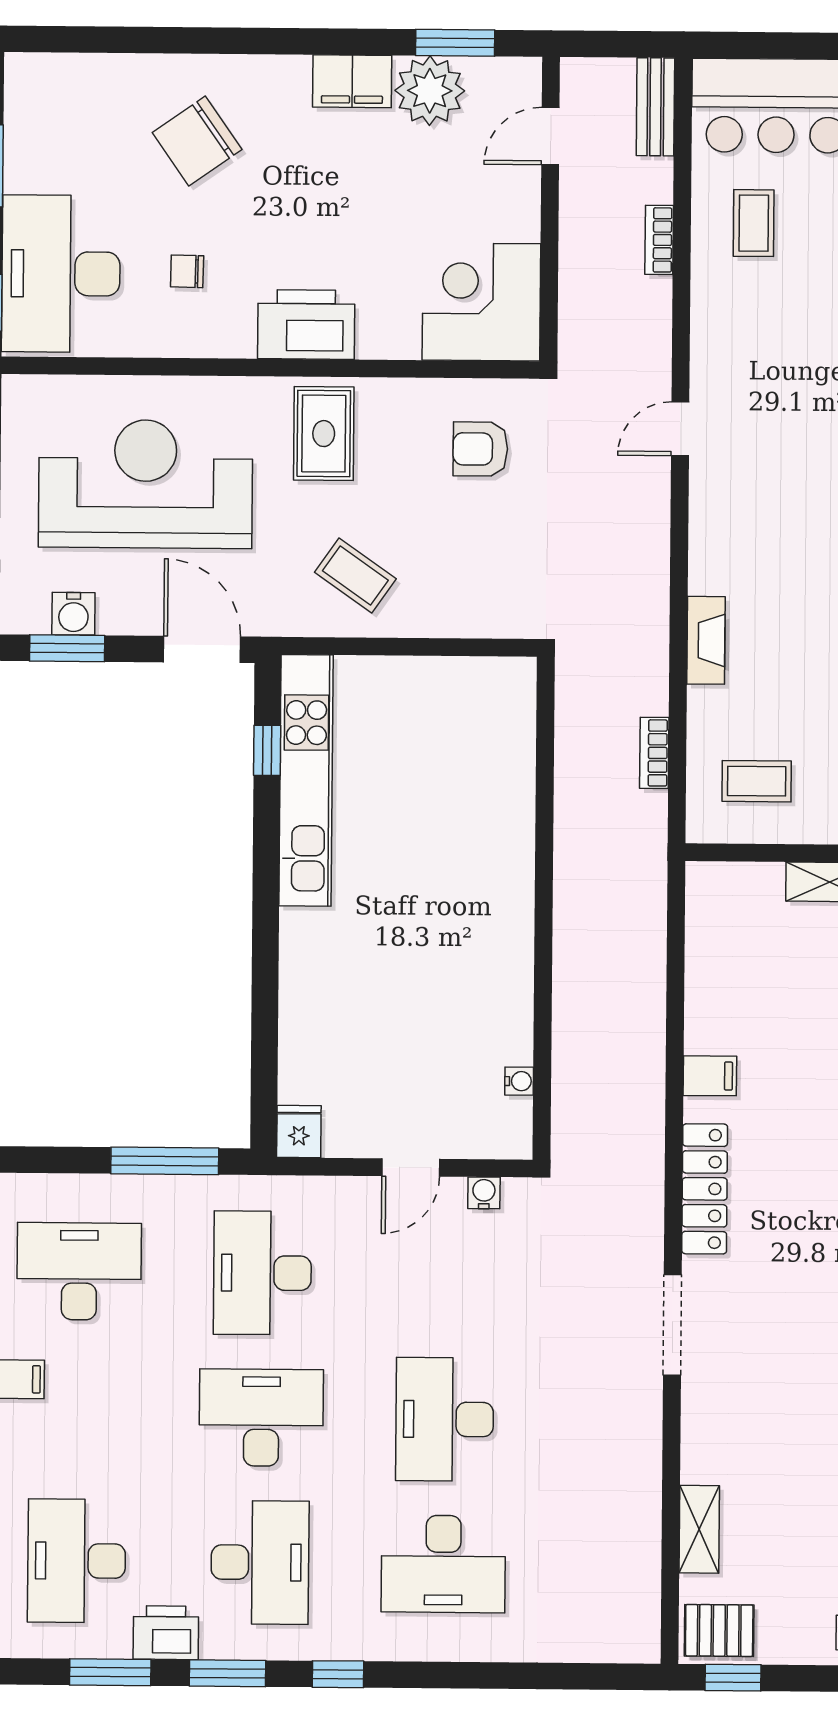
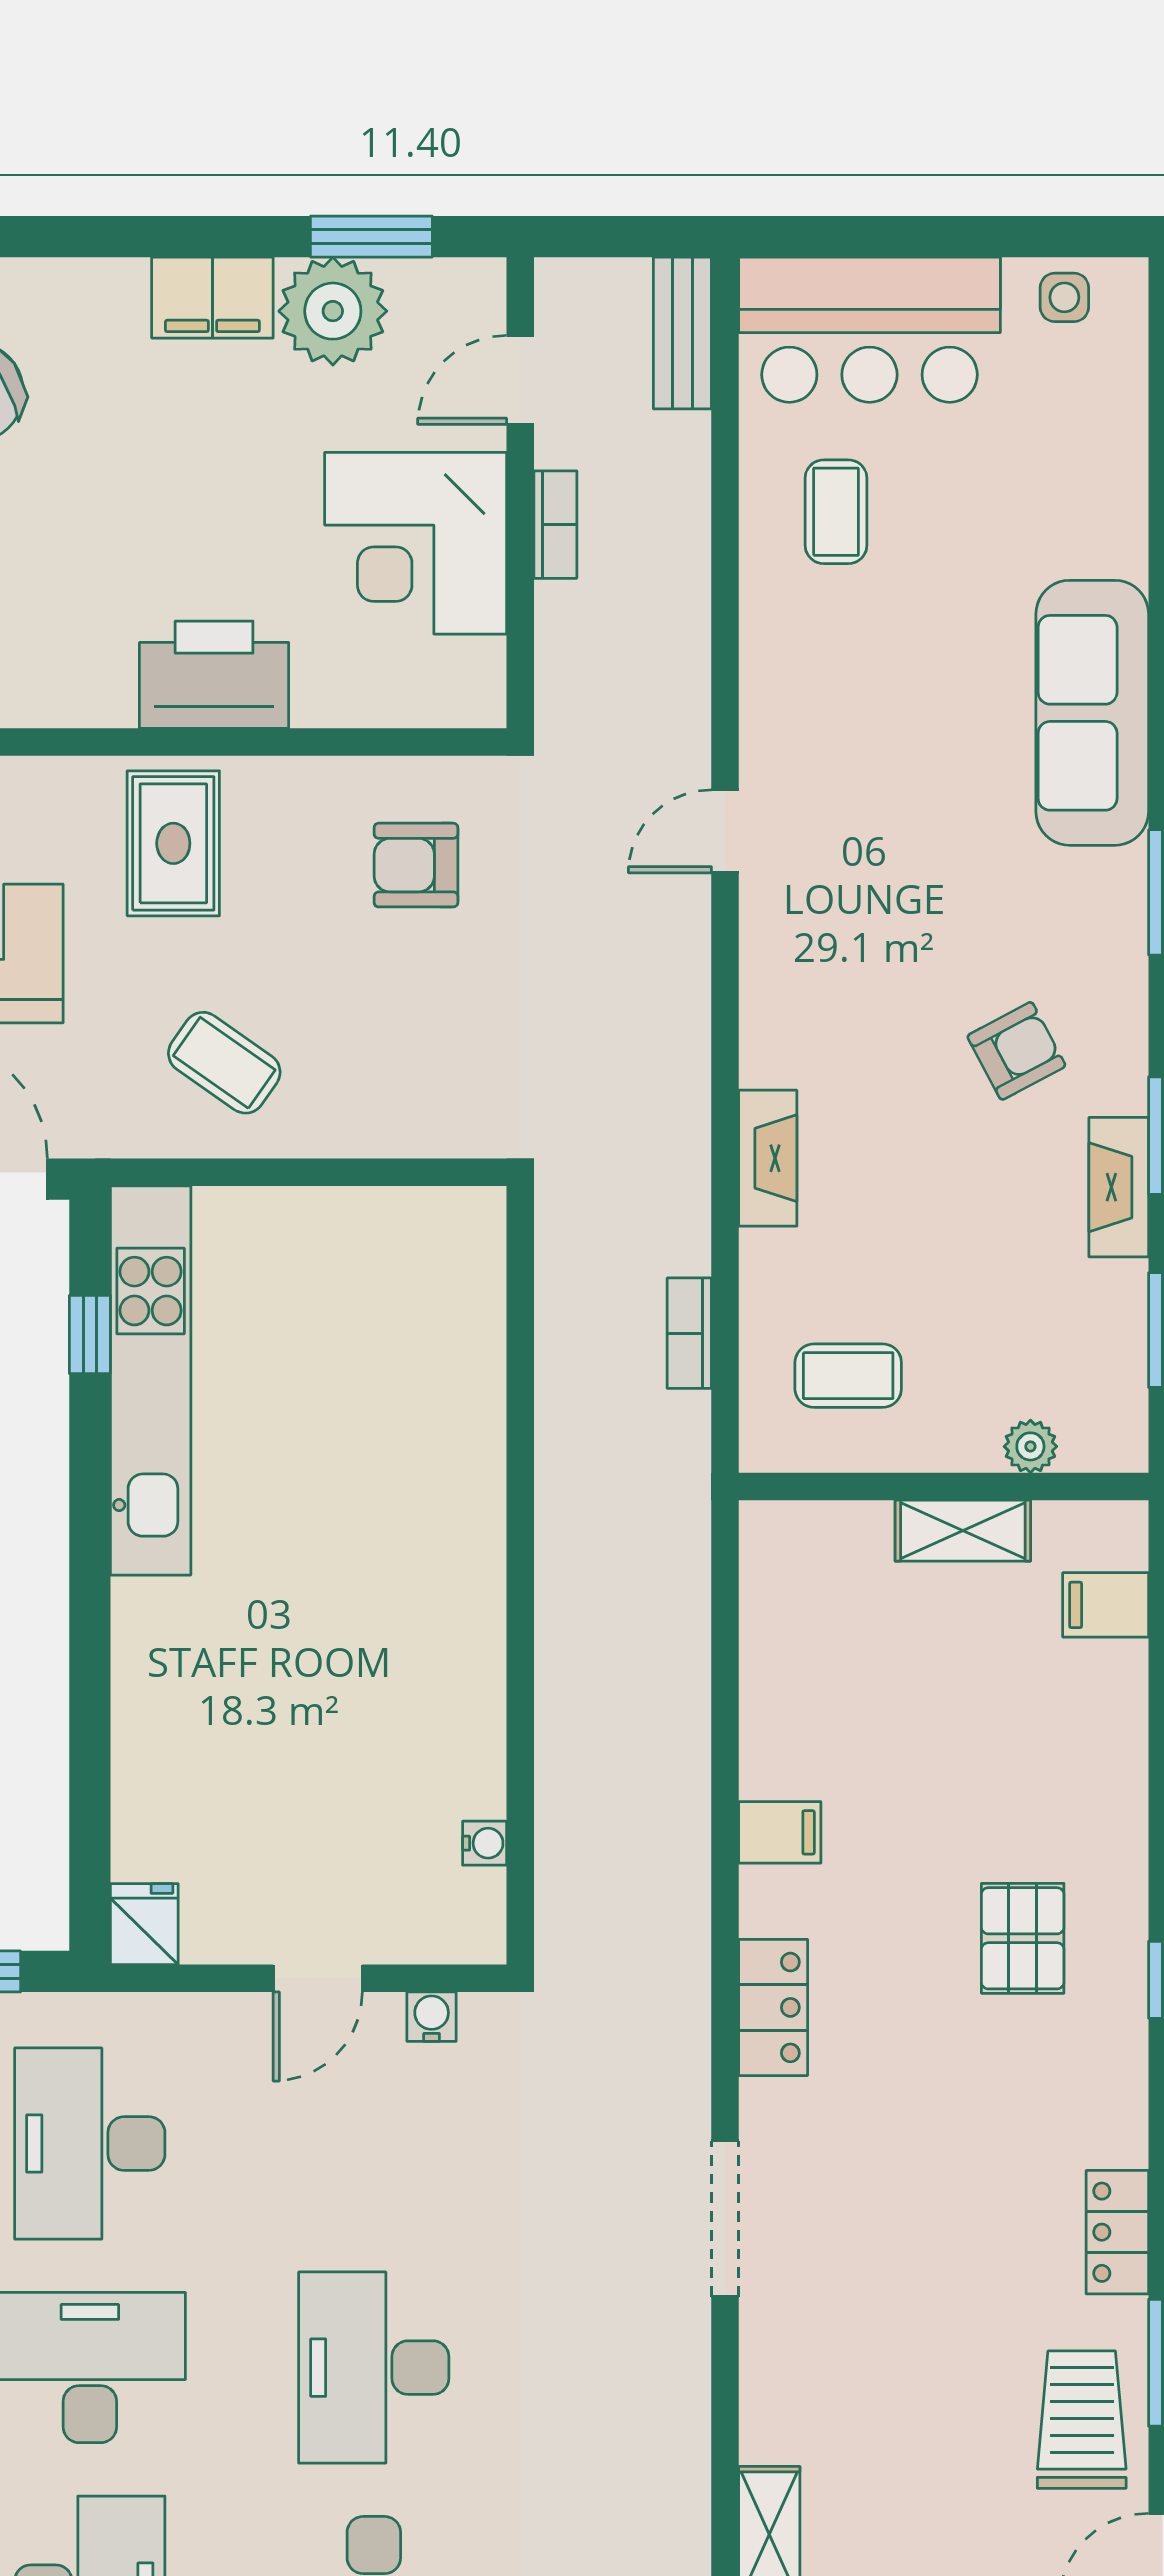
bookcase: (659, 240) -> (555, 525), moved, turned 180
corner desk: (481, 302) -> (416, 543), moved, turned -90
printer: (306, 324) -> (214, 675), moved
locker: (705, 1189) -> (773, 2007), width x0.66

